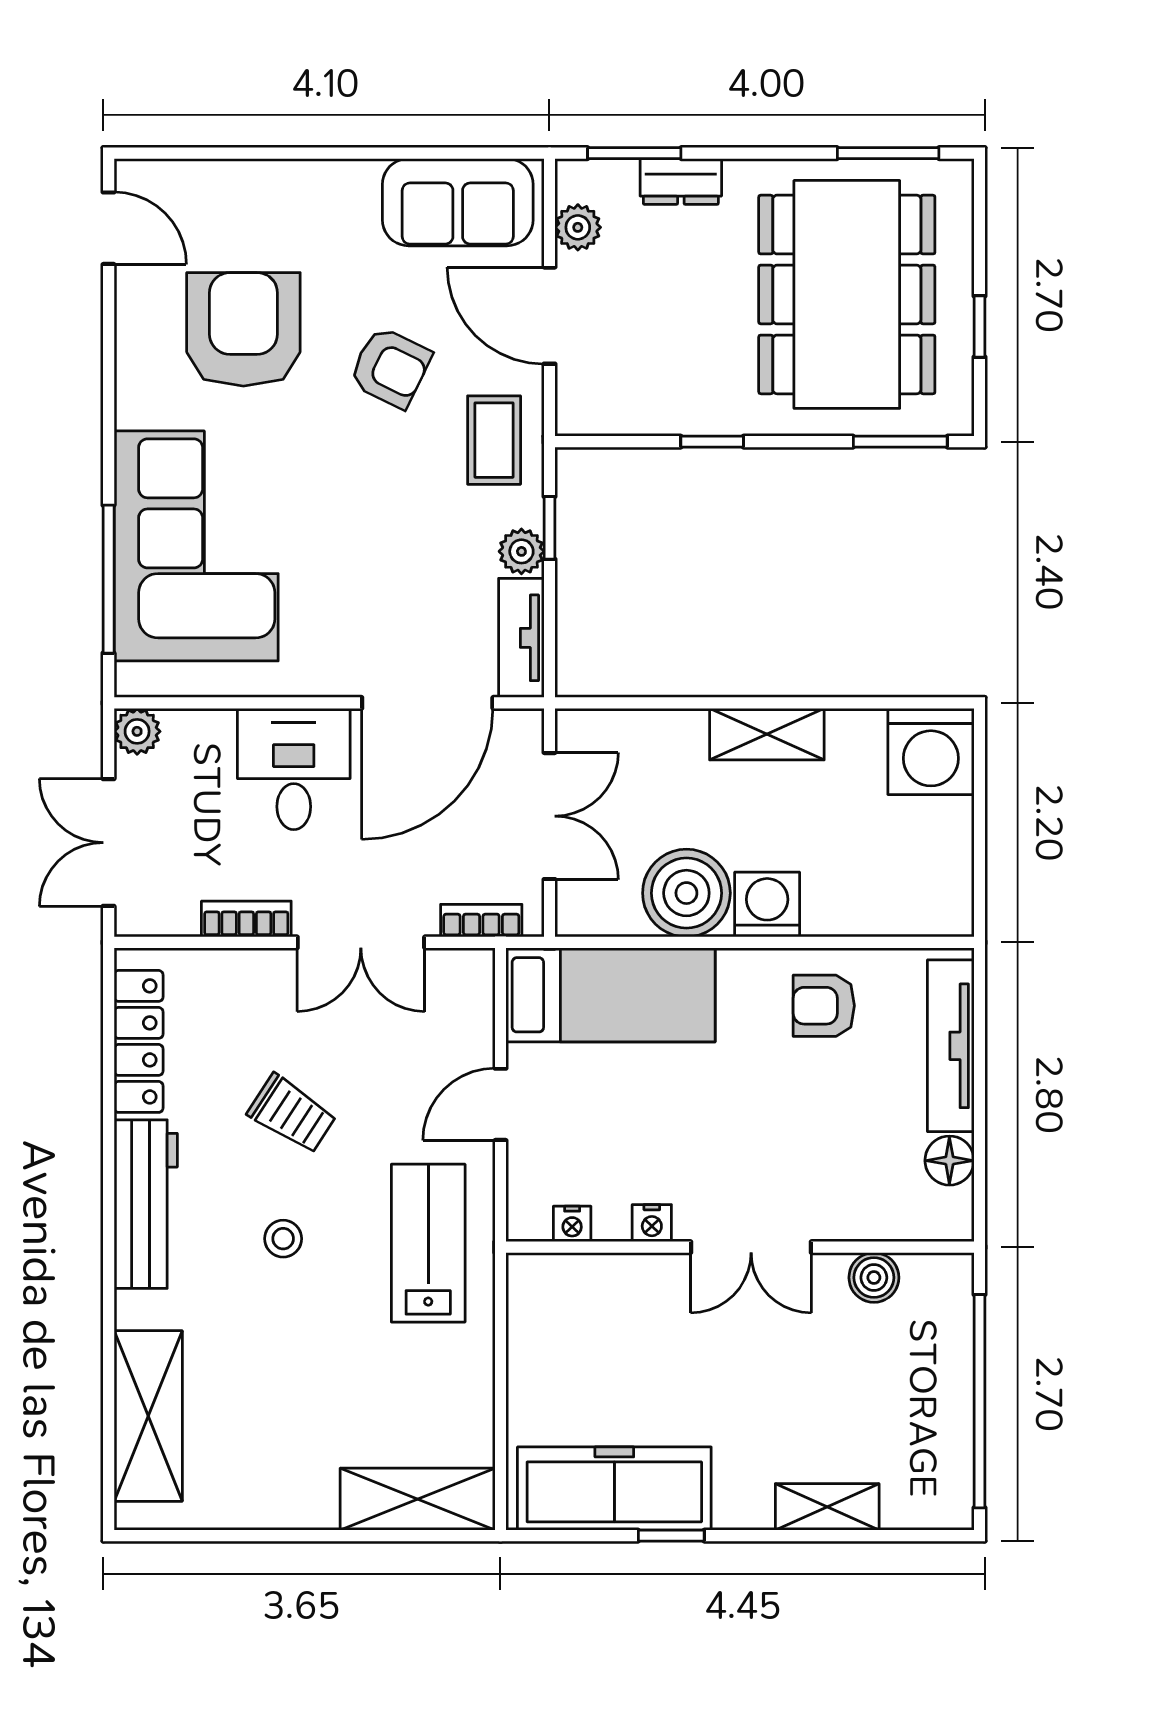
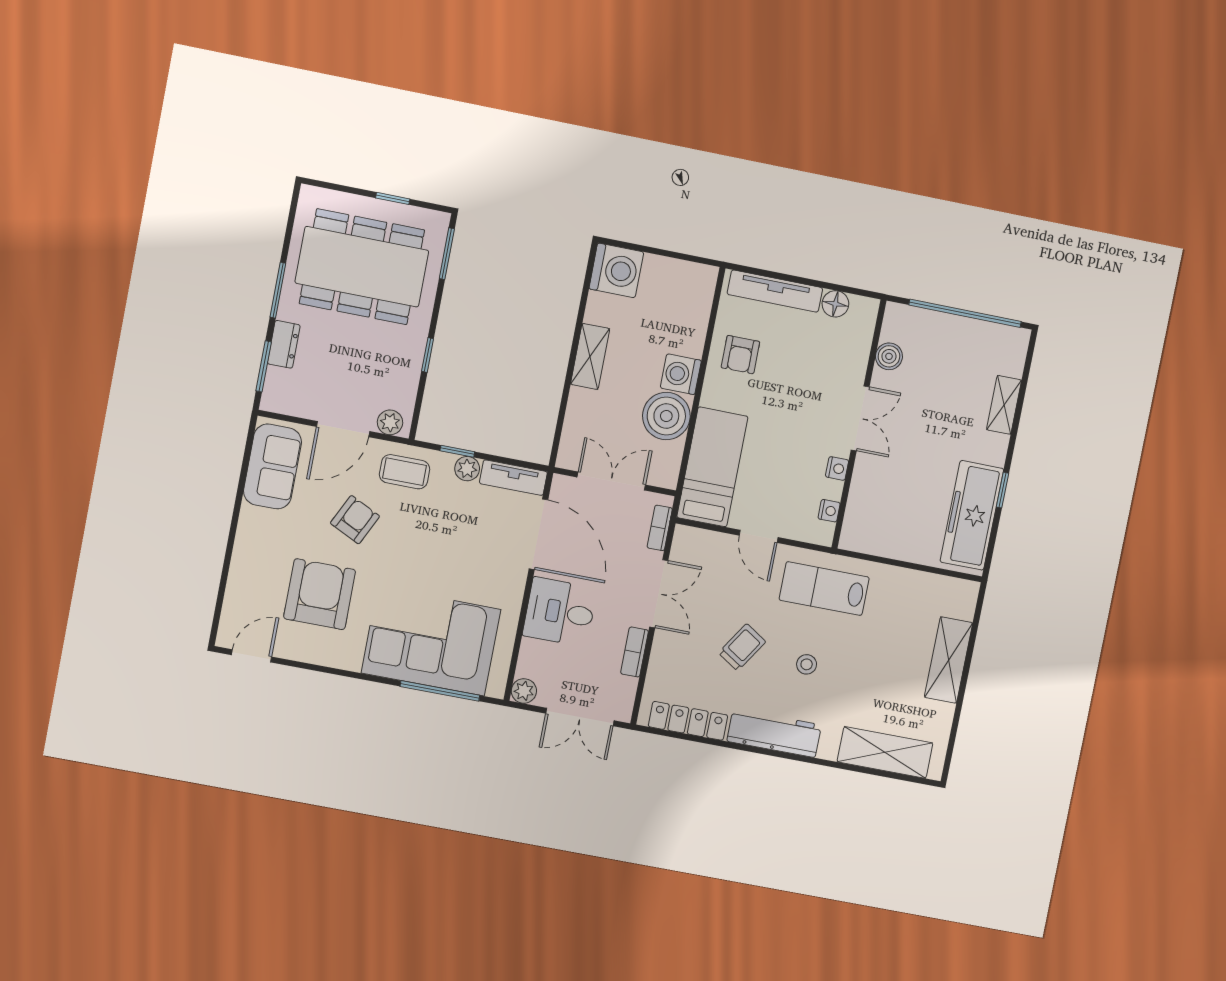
window: (888, 153) -> (278, 290), moved
plant: (578, 227) -> (390, 422), moved
armchair: (243, 329) -> (320, 594), turned 90
shelving: (418, 1499) -> (949, 660), moved

